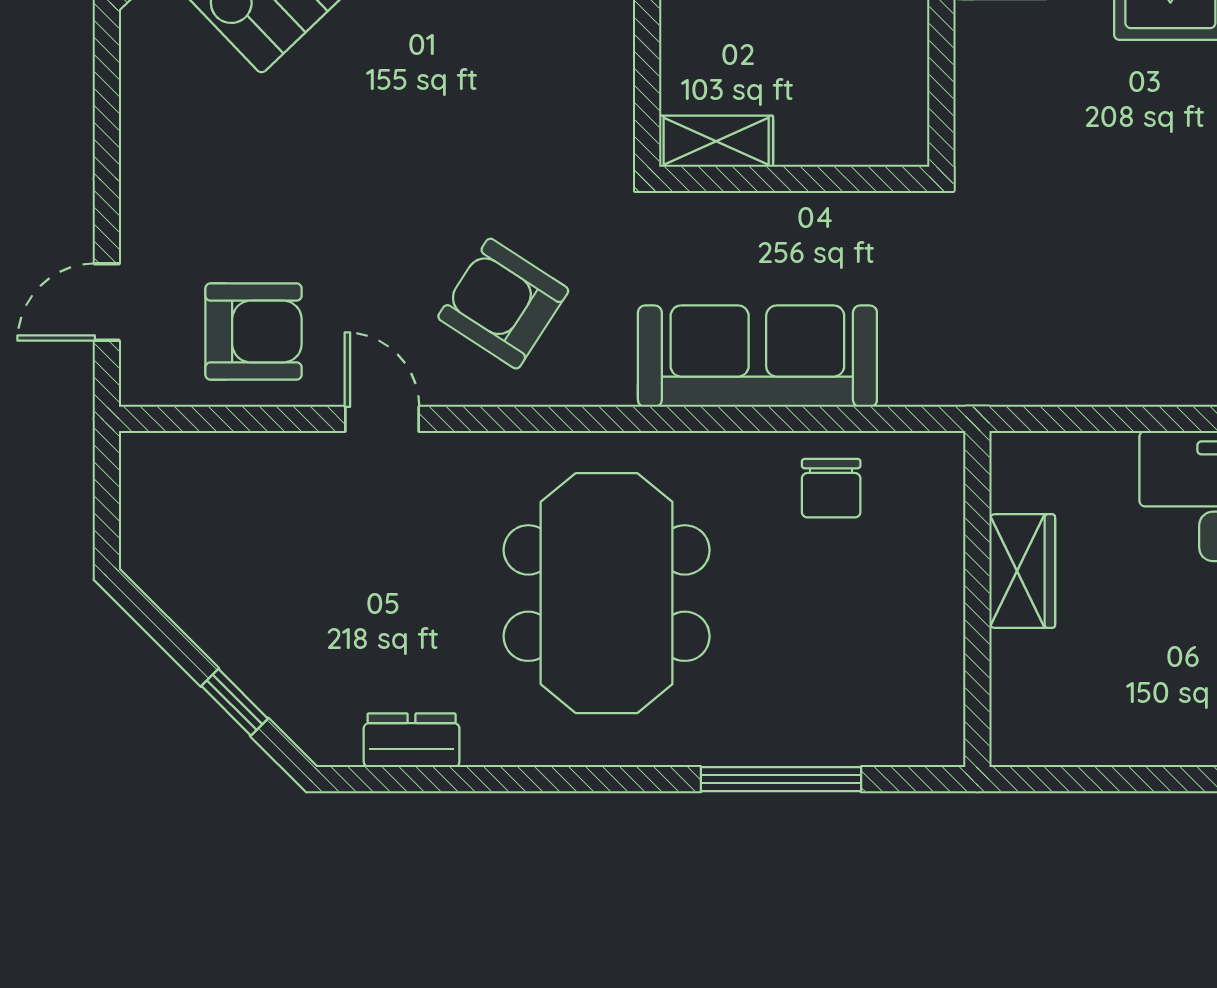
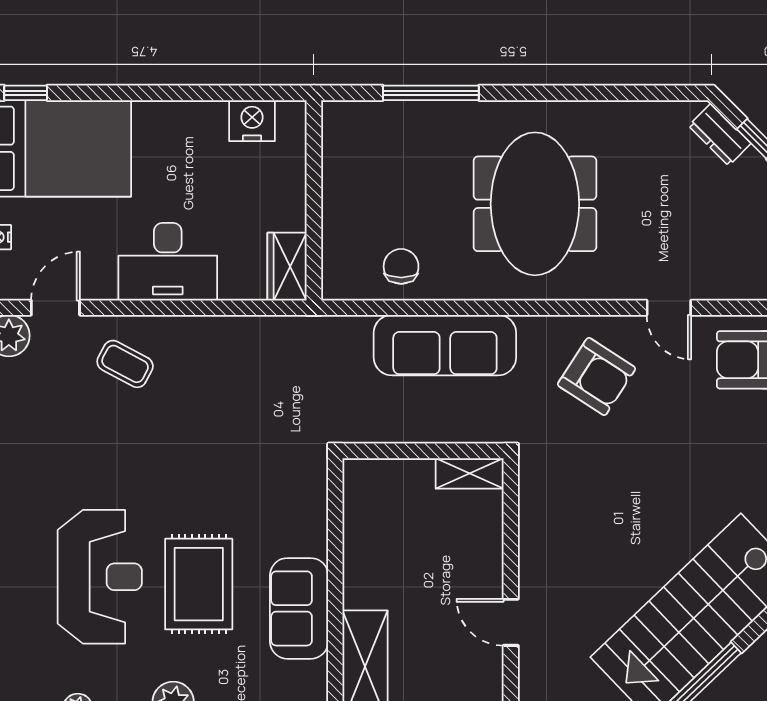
wardrobe: (1022, 571) -> (287, 267), moved
nightstand: (1081, 733) -> (252, 121), added
dresser: (412, 740) -> (720, 135), moved, turned 45

